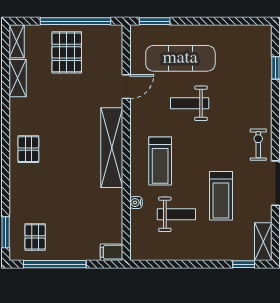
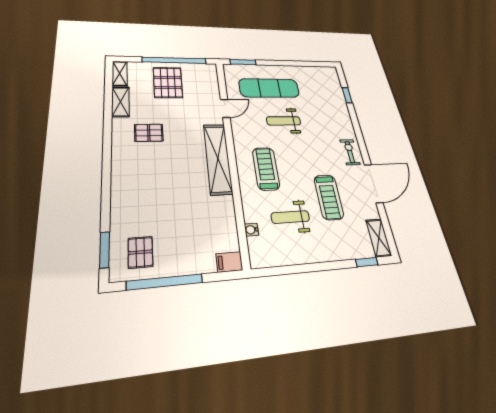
pallet: (28, 149) -> (149, 133), moved, turned 90
treadmill: (160, 161) -> (266, 169), turned 180
water cooler: (136, 202) -> (251, 230), moved
weight bench: (176, 214) -> (290, 217), turned 180

